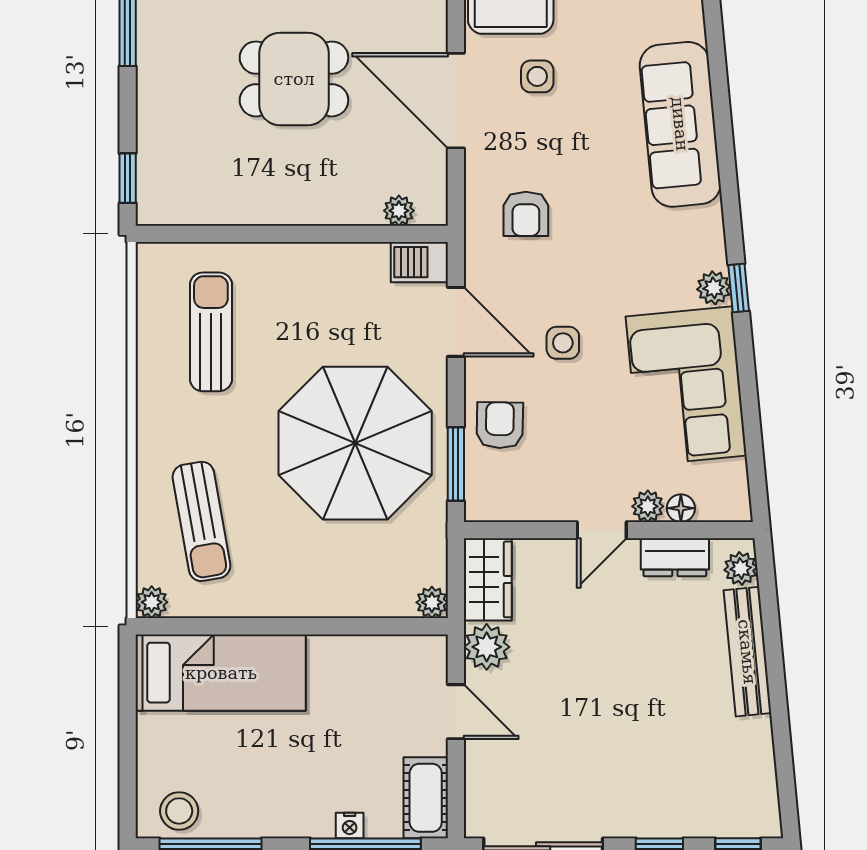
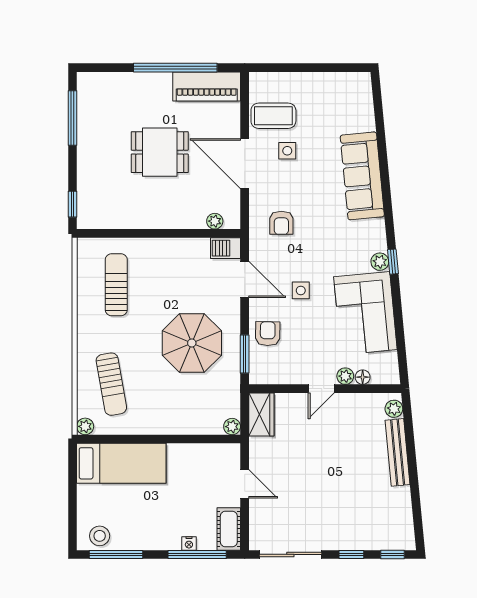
parasol: (355, 443) -> (192, 343), width x0.73, depth x0.73
dresser: (675, 557) -> (359, 403), removed
plant: (487, 647) -> (261, 450), removed

